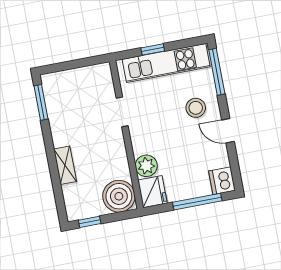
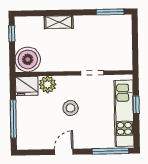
stool: (196, 108) -> (71, 108), moved
dishwasher: (222, 181) -> (26, 141), removed

